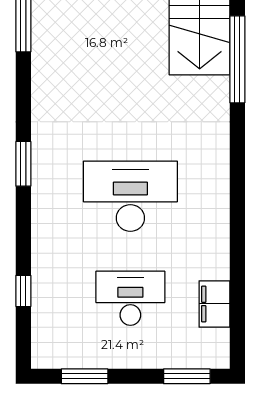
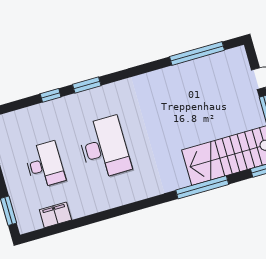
window: (23, 164) -> (87, 85), moved
window: (23, 291) -> (51, 95), moved

